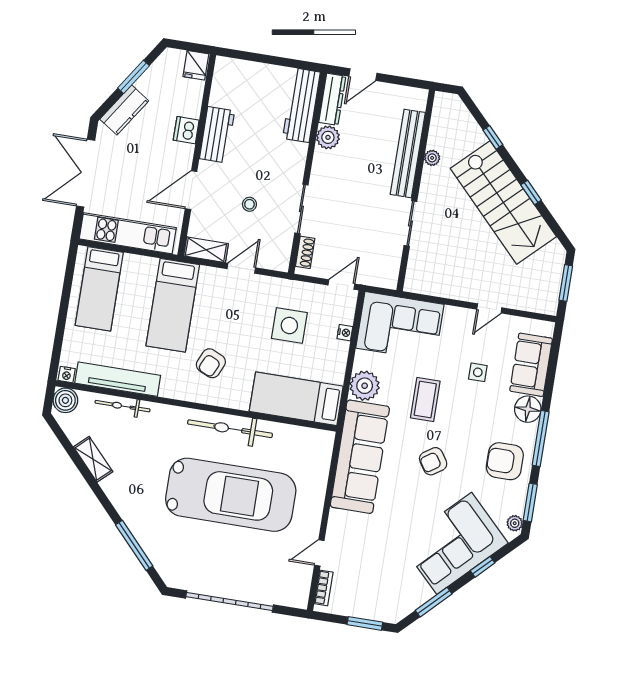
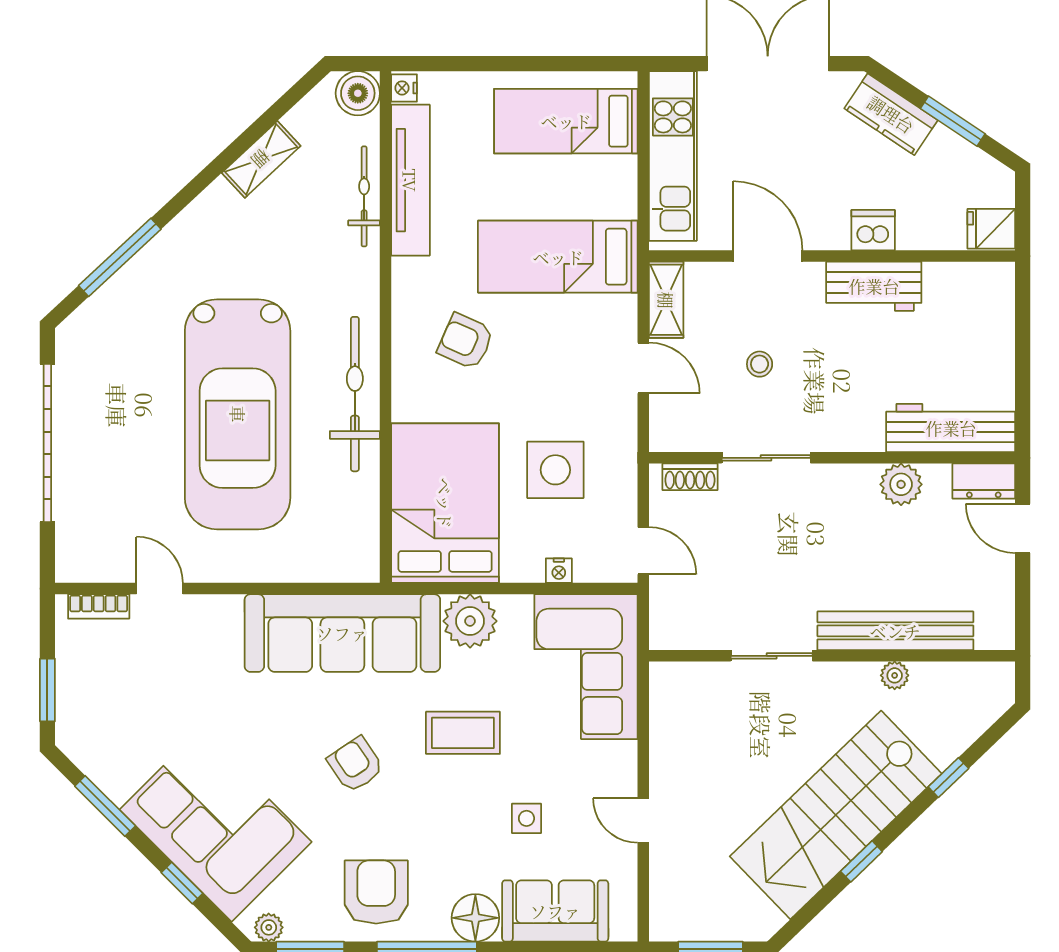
dresser: (332, 99) -> (984, 481), width x0.70
bed: (296, 399) -> (445, 503), width x1.50

